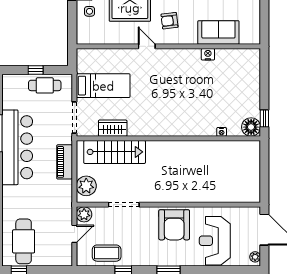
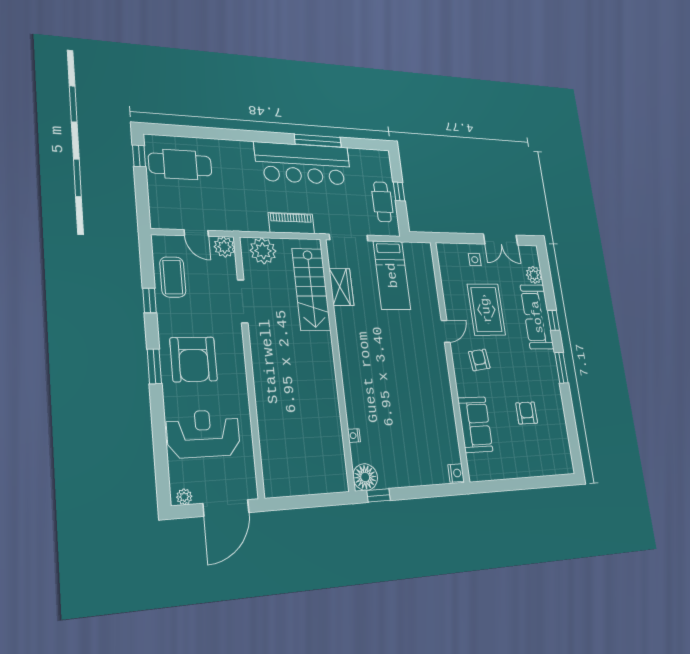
nightstand: (208, 54) -> (456, 473), moved
armchair: (174, 225) -> (194, 359), moved, turned -90

